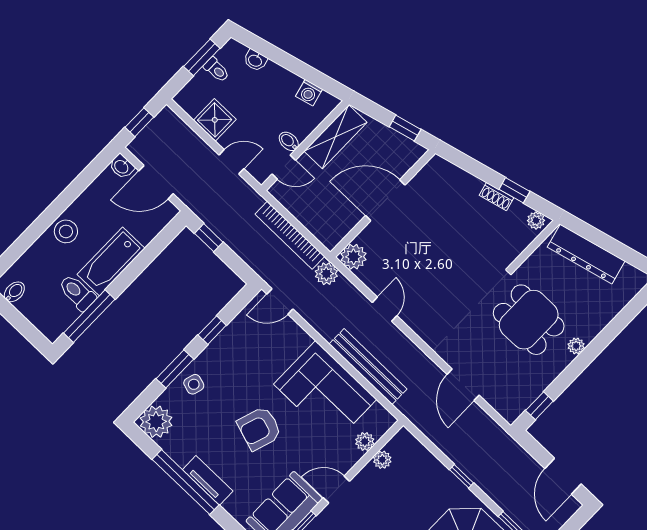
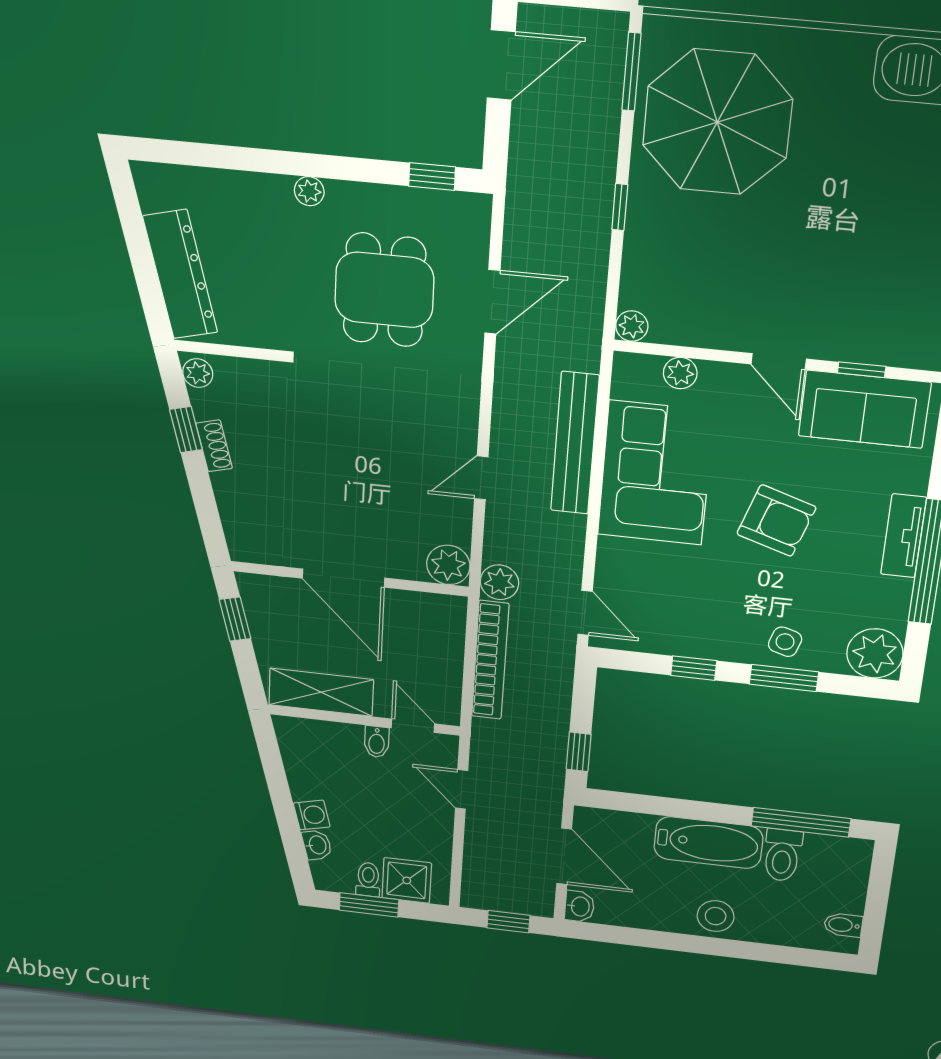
washing machine: (309, 93) -> (312, 815), moved
shower: (215, 120) -> (407, 880), moved
dining table: (529, 320) -> (384, 290), moved
plant: (382, 460) -> (632, 326), moved

